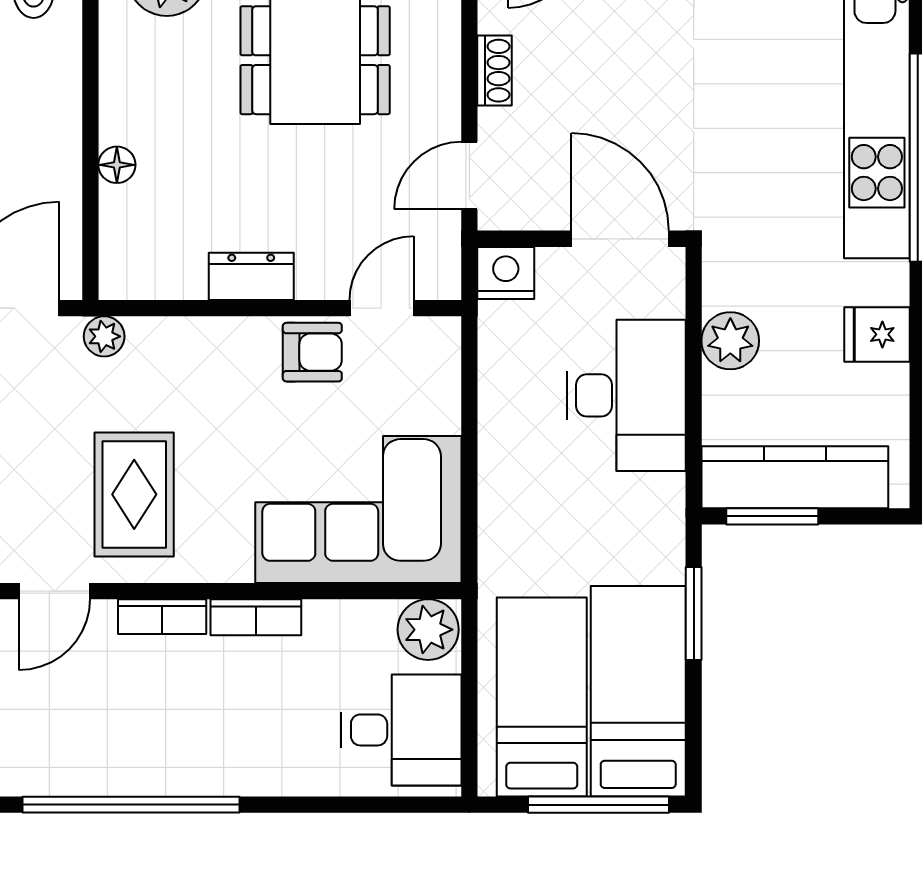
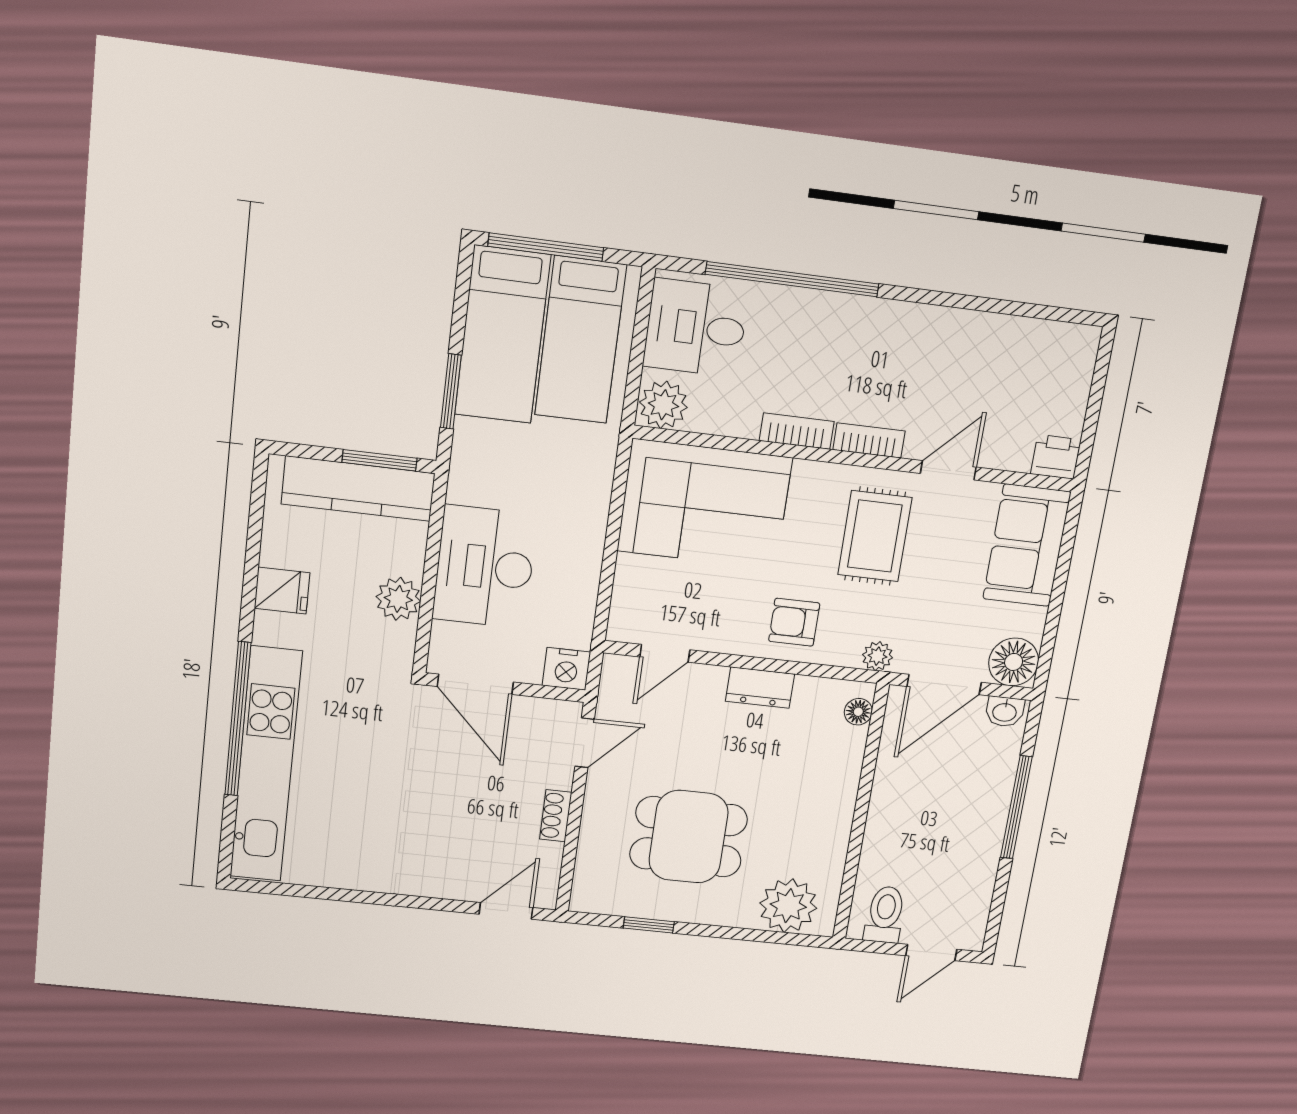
floor lamp: (117, 165) -> (858, 712), moved
armchair: (312, 352) -> (794, 622), moved
window: (131, 805) -> (792, 279), moved

